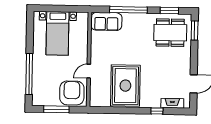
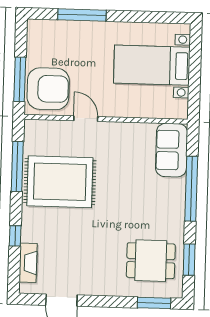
dining table: (170, 33) -> (151, 261), width x0.73
window: (29, 74) -> (82, 15), width x0.68
window: (56, 109) -> (20, 79), moved
window: (117, 110) -> (17, 167), added

